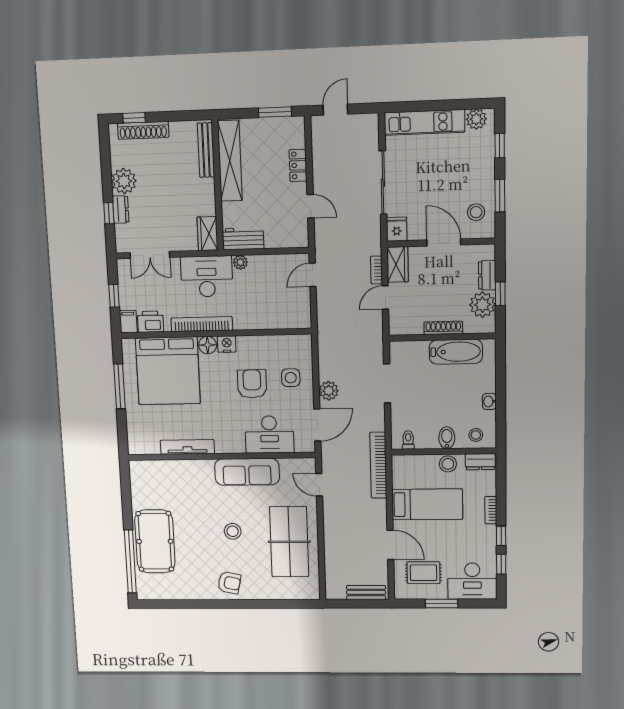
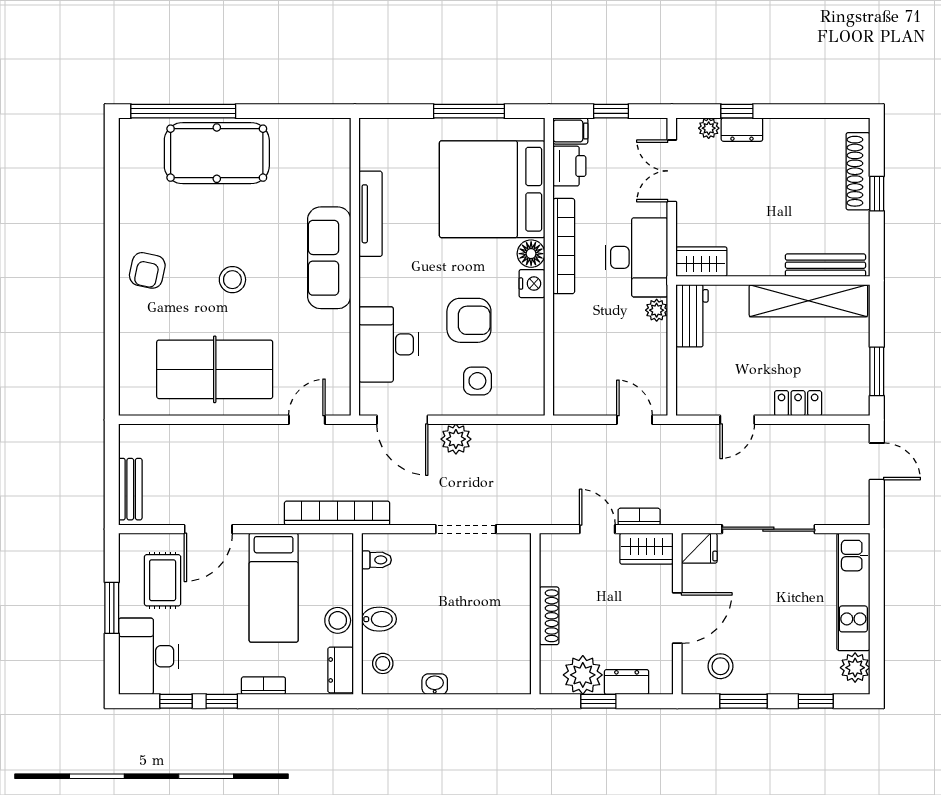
window: (134, 118) -> (877, 194), moved
plant: (124, 181) -> (709, 128), moved, width x0.53, depth x0.53
bathtub: (456, 352) -> (512, 634), removed
sofa: (247, 472) -> (329, 258), moved

